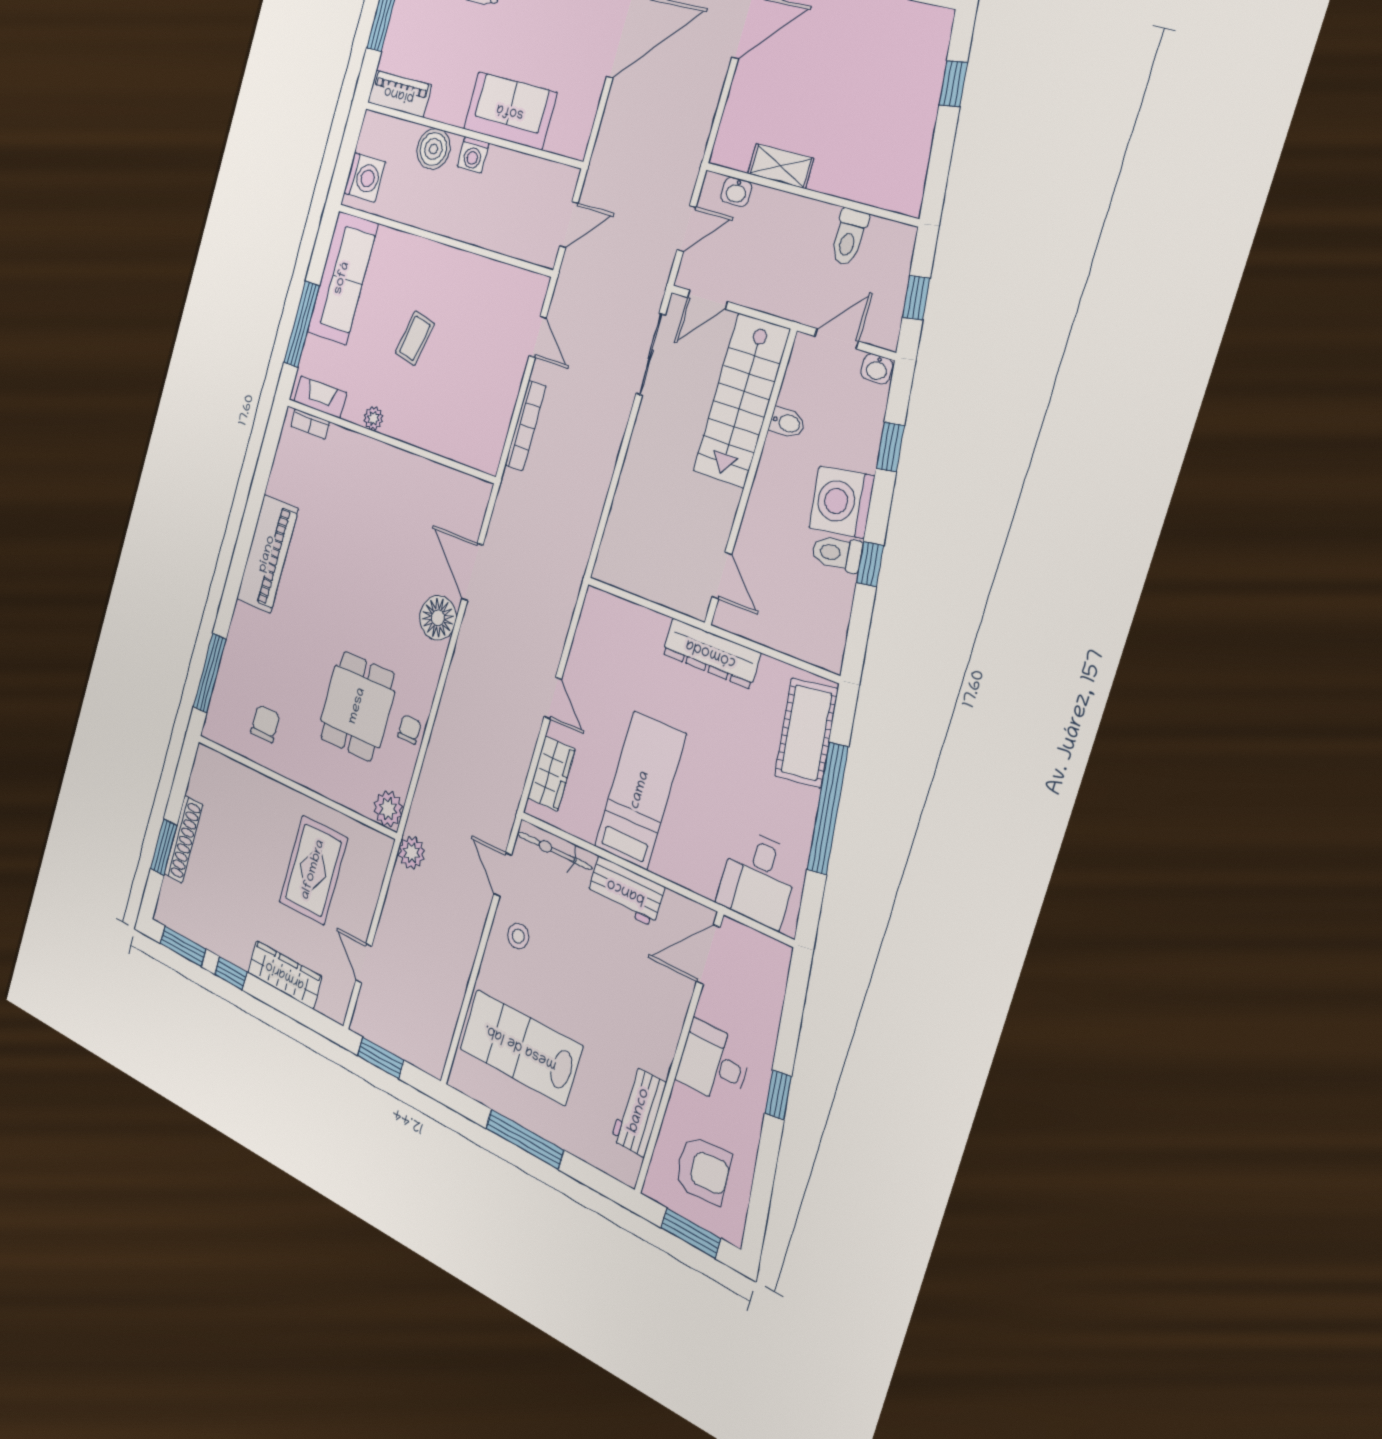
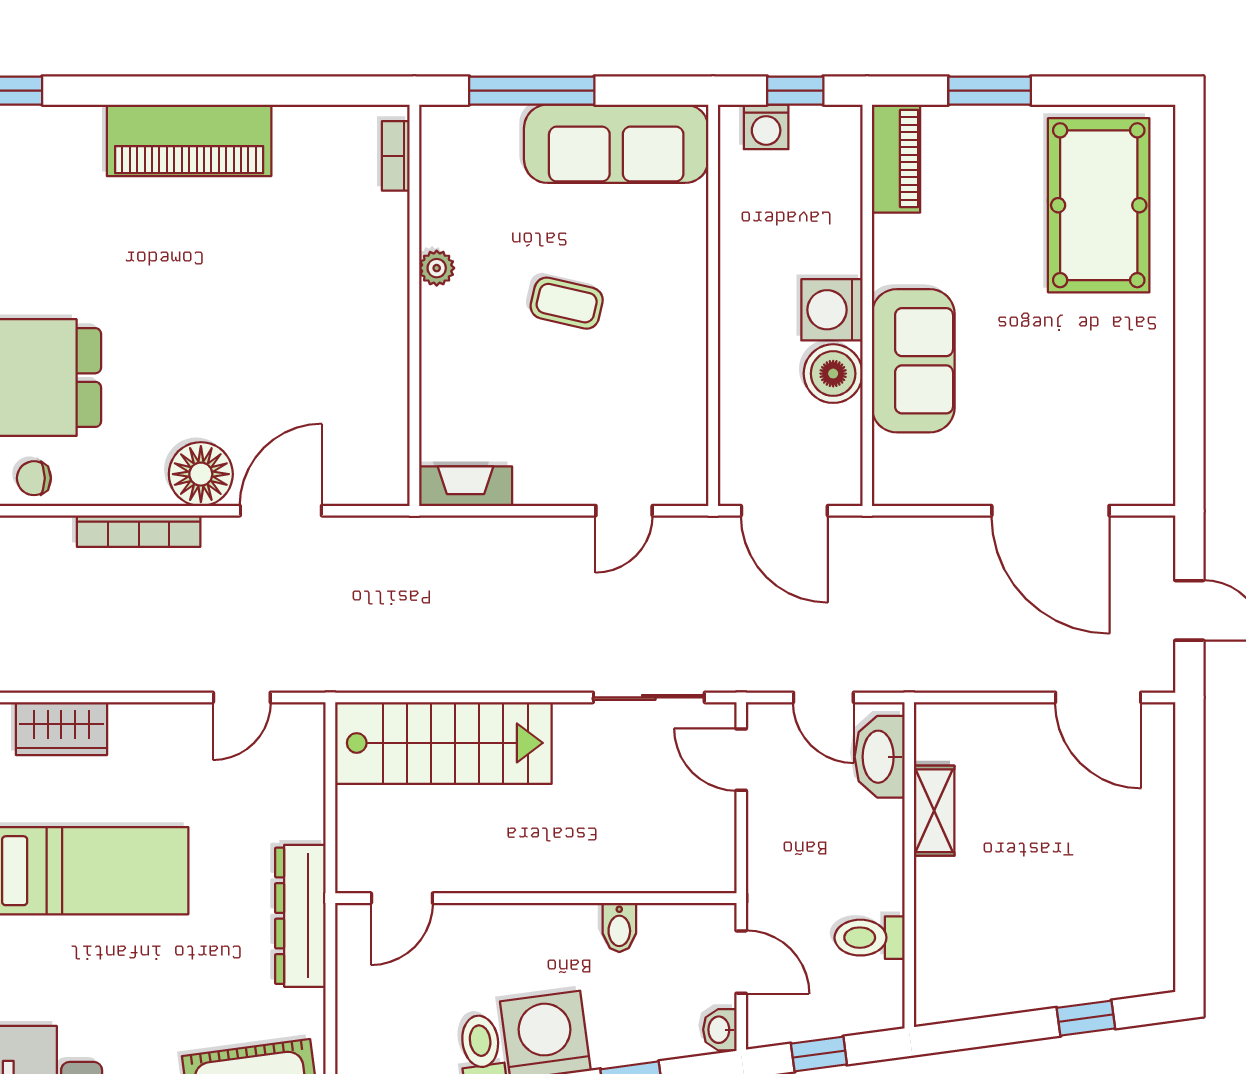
boiler: (433, 149) -> (833, 374), moved
window: (347, 152) -> (795, 91), added
washing machine: (473, 155) -> (832, 310), width x1.38, depth x1.38
washing machine: (364, 177) -> (766, 127), width x0.73, depth x0.73
washbasin: (736, 192) -> (880, 757), width x1.91, depth x1.45
door: (569, 225) -> (784, 511), width x1.38
fireplace: (320, 397) -> (466, 486), moved, turned -90
stairs: (741, 401) -> (443, 743), moved, turned 180
bookcase: (526, 426) -> (139, 531), moved
door: (553, 698) -> (242, 697), moved
chair: (409, 729) -> (34, 478), turned 180

